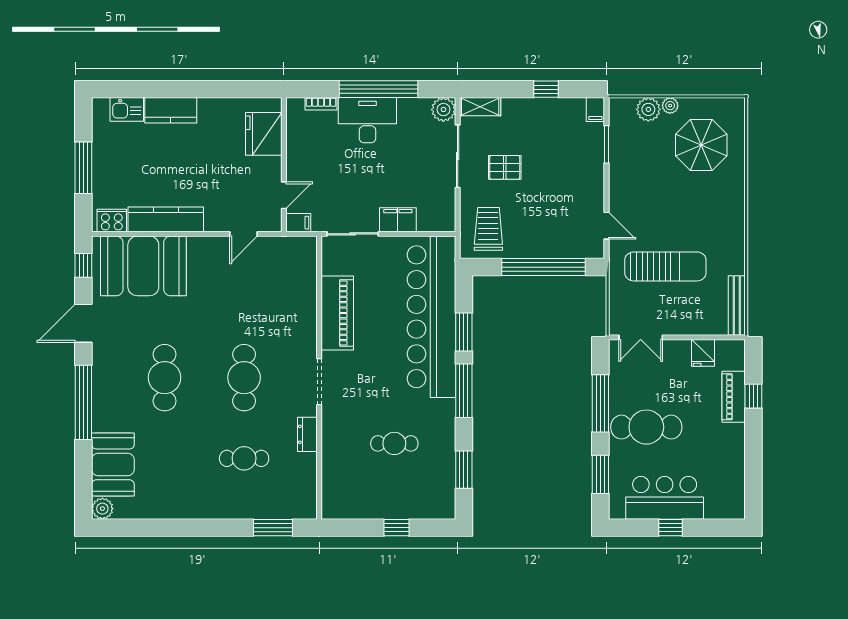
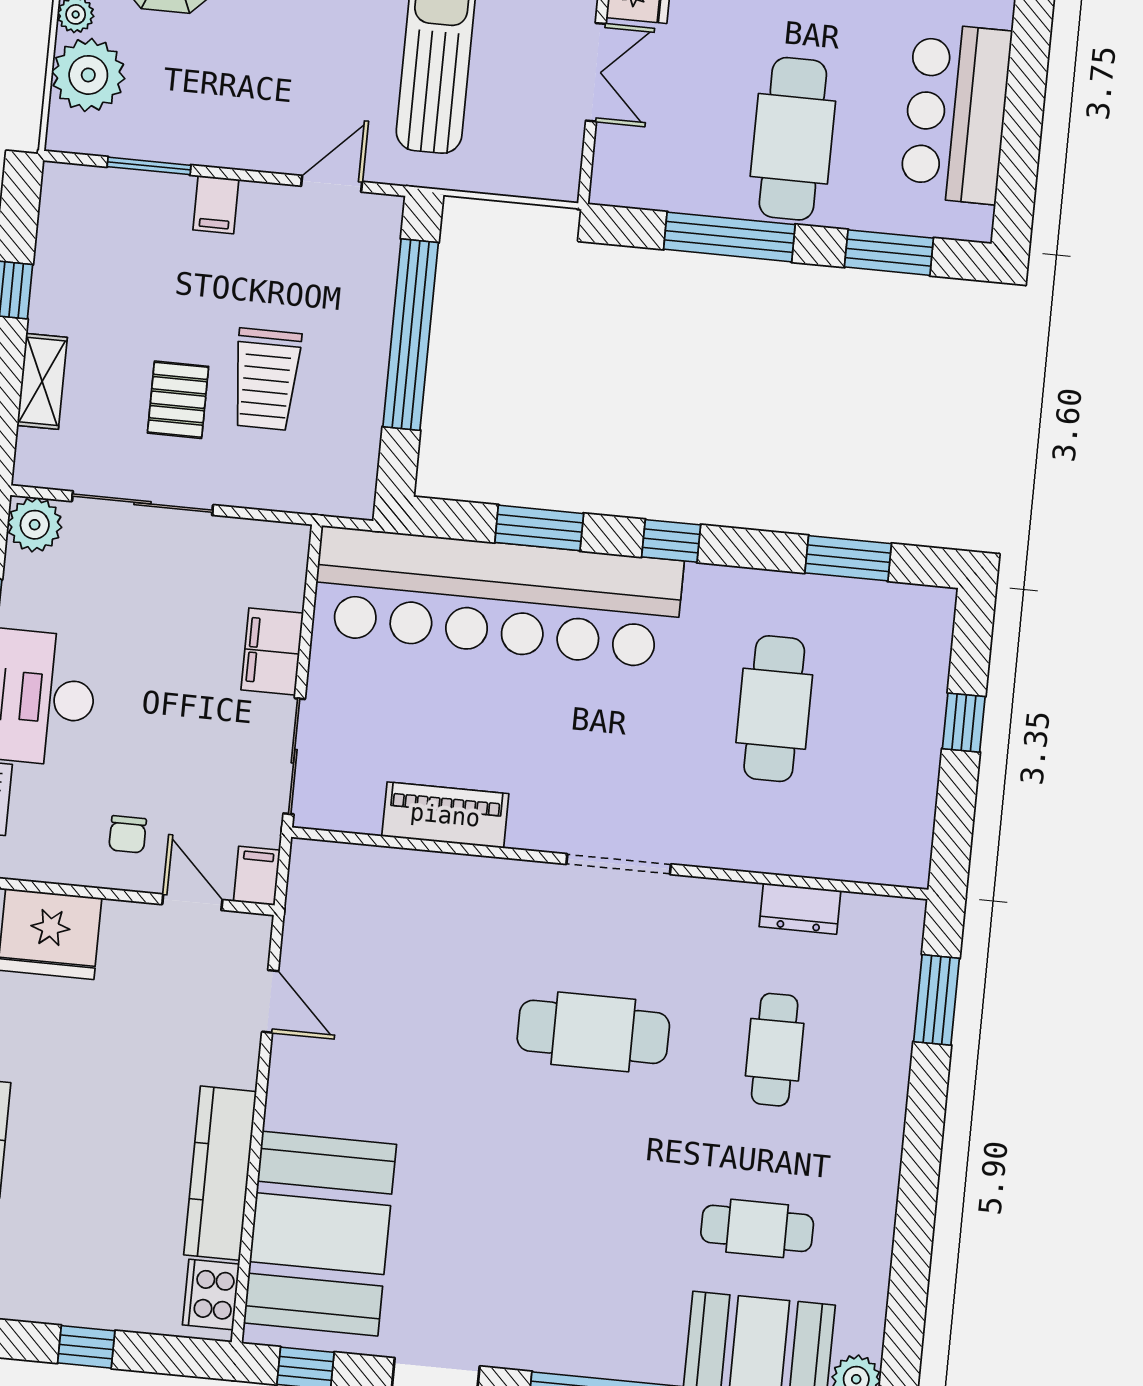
shelving: (480, 107) -> (42, 381), moved
plant: (648, 109) -> (88, 75), width x1.36, depth x1.36
filing cabinet: (595, 110) -> (216, 205), moved, turned 90
chair: (311, 164) -> (128, 834), added
window: (83, 168) -> (86, 1347), width x0.46
trolley: (488, 229) -> (266, 379), moved, turned -90
piano: (337, 313) -> (445, 815), width x0.73, depth x0.75
double door: (641, 337) -> (596, 72), moved
cafe table: (165, 378) -> (757, 1228), moved, width x0.73, depth x0.74
window: (464, 391) -> (671, 541), width x0.46
dresser: (307, 434) -> (800, 909), moved
cafe table: (394, 443) -> (774, 709), width x1.37, depth x1.35
window: (670, 528) -> (1024, 107), removed

